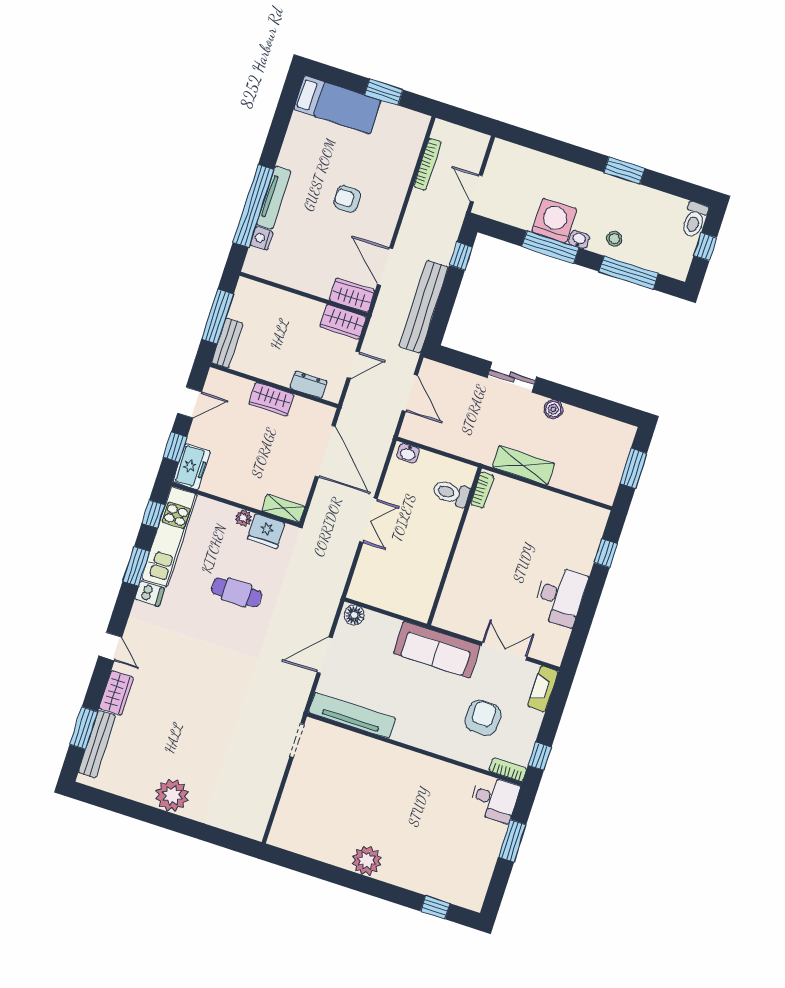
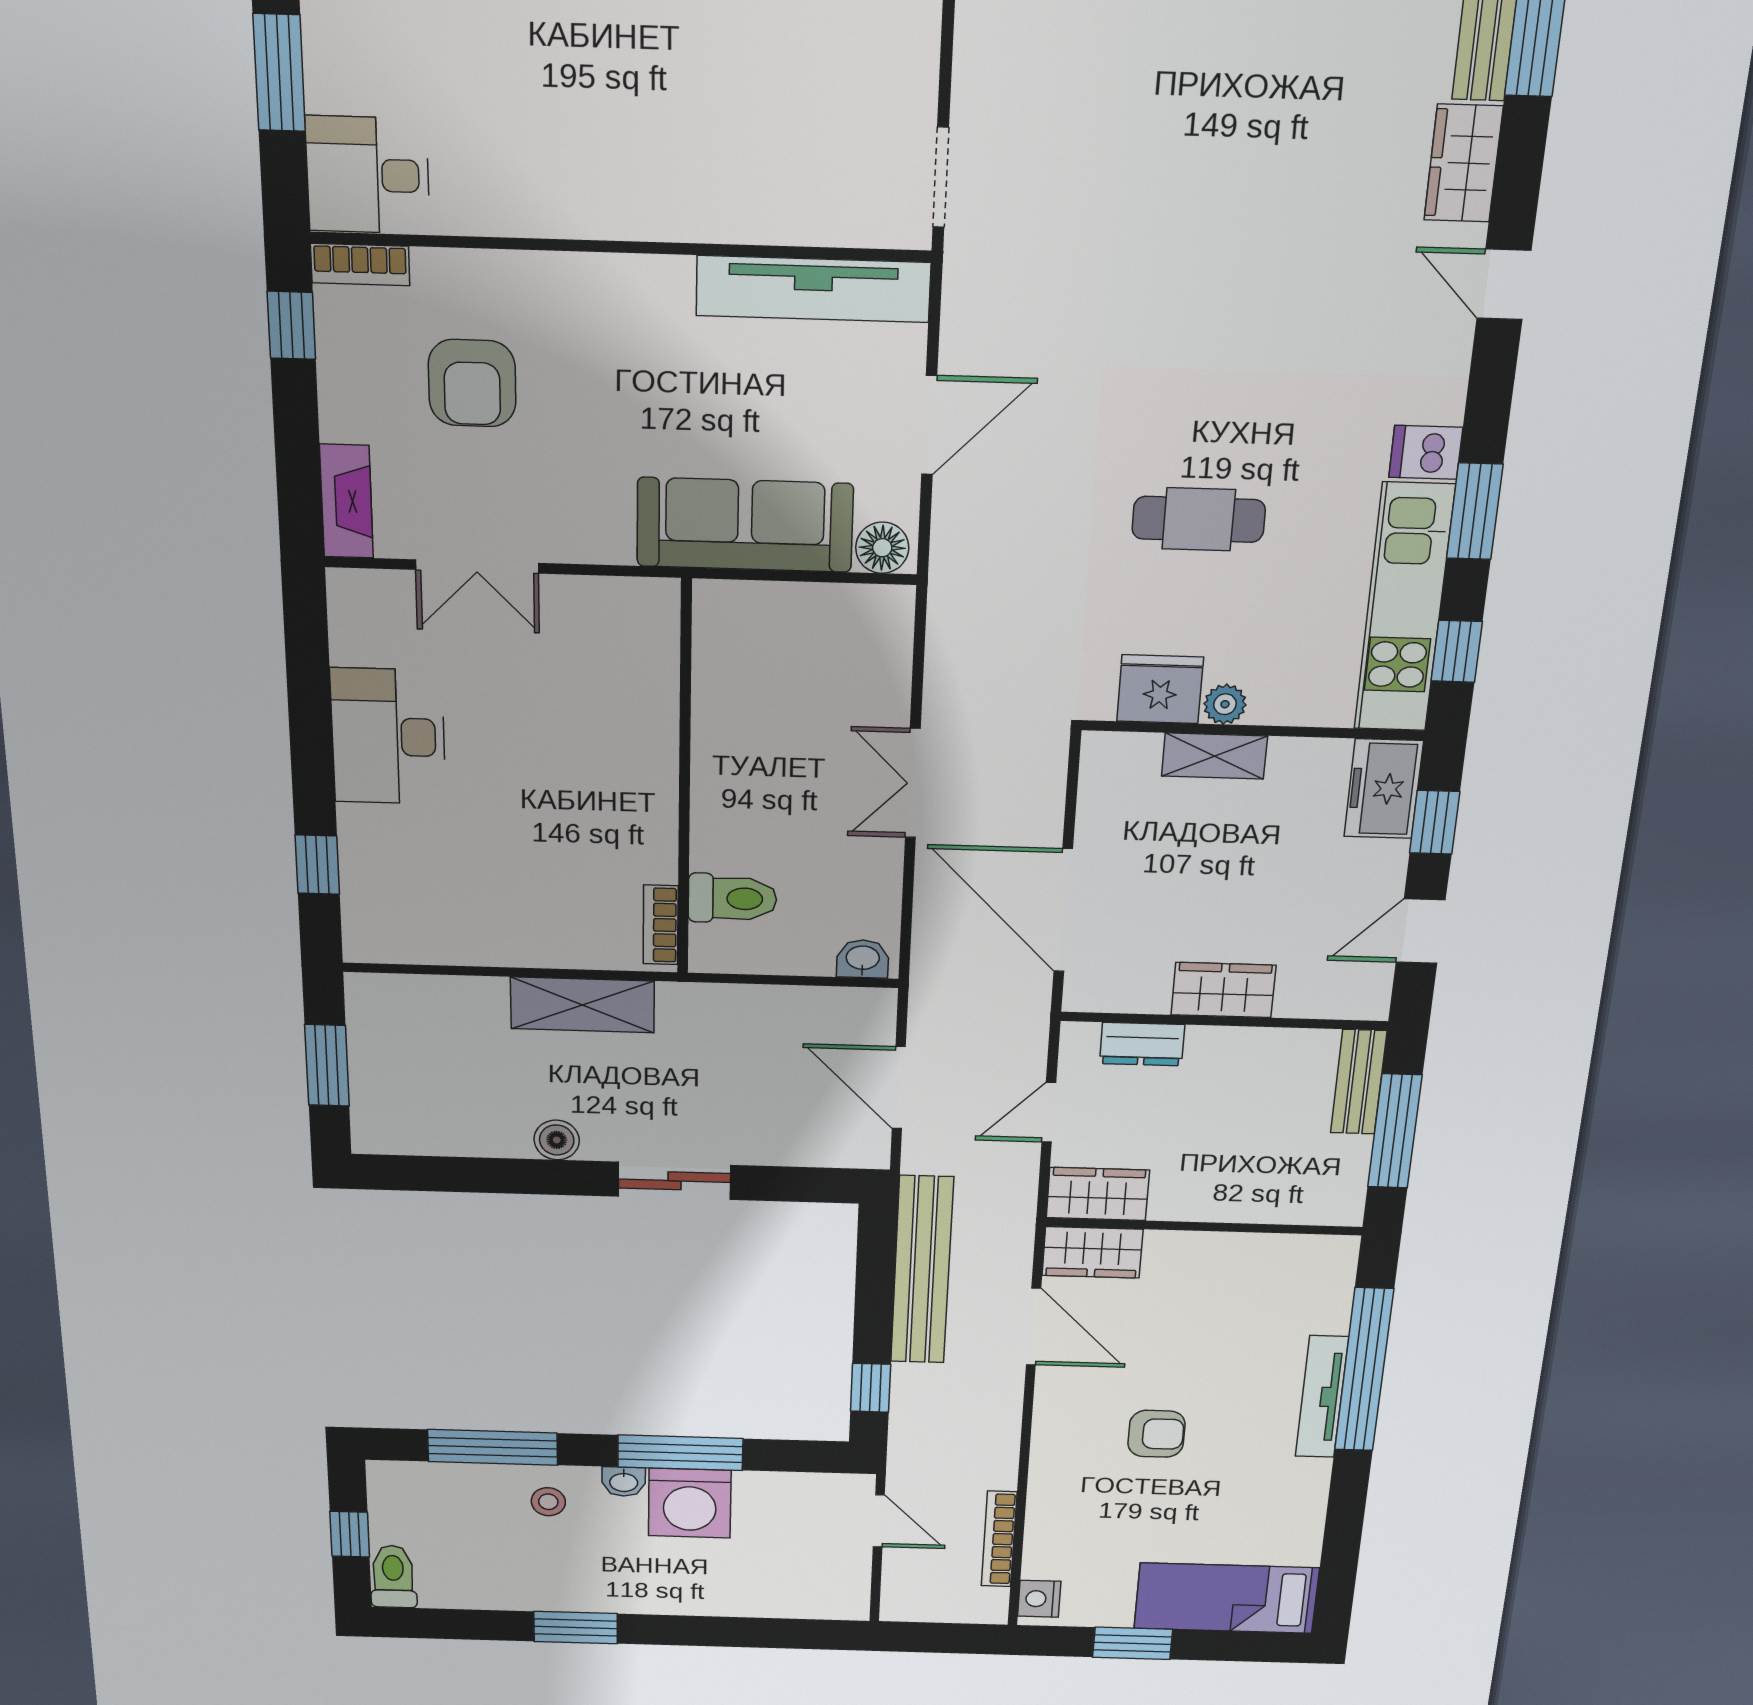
nightstand: (261, 238) -> (1039, 1599), moved, turned 180
shelving: (283, 509) -> (1214, 756), moved
sofa: (437, 650) -> (745, 525), moved

